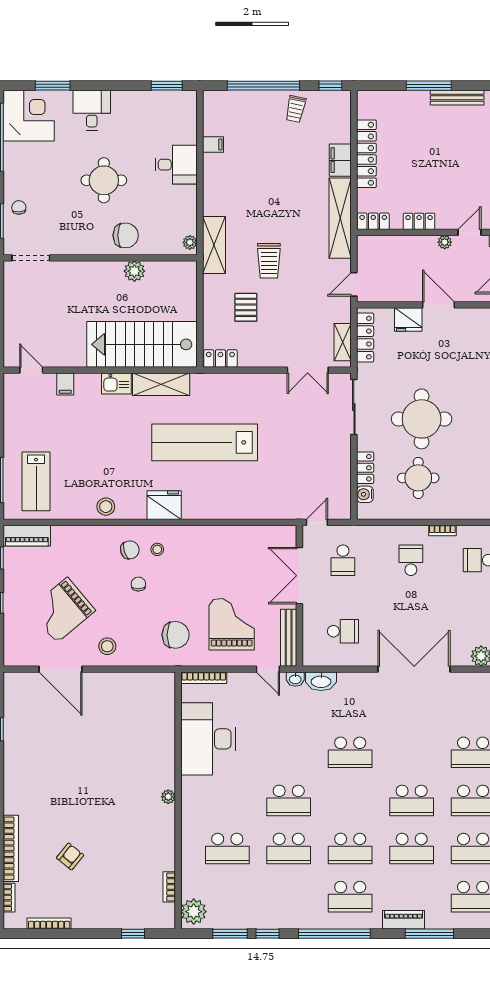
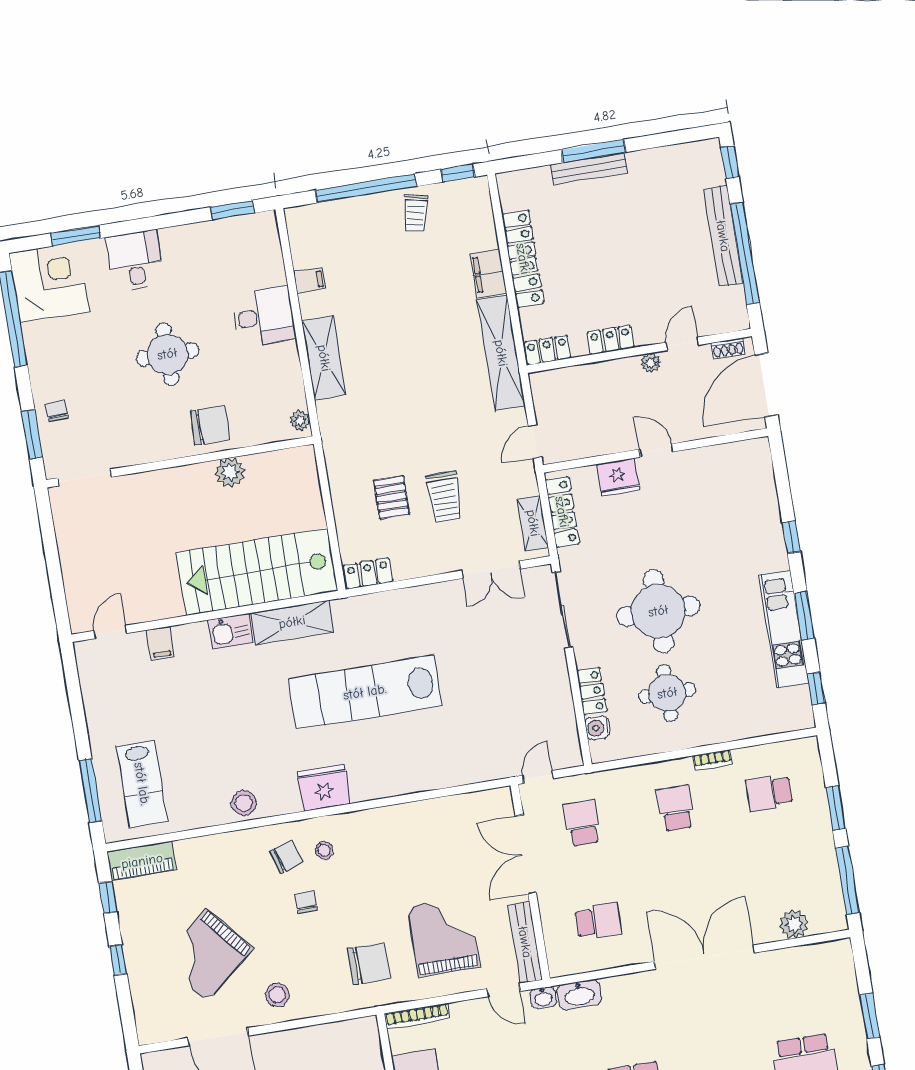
bench: (457, 98) -> (589, 169), moved
shelving: (214, 245) -> (324, 358), moved
trolley: (269, 261) -> (445, 497), moved
door: (438, 305) -> (656, 450), width x0.73
door: (31, 370) -> (110, 632), hinge flipped
school desk: (343, 560) -> (582, 823), turned 180

